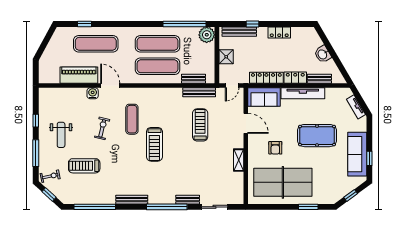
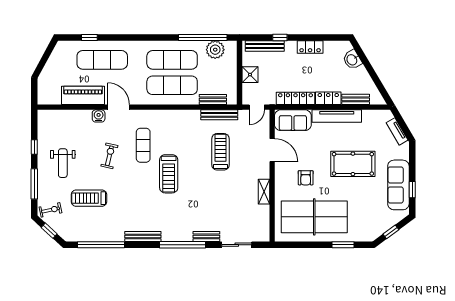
plant: (207, 35) -> (215, 50), moved
washbasin: (323, 54) -> (352, 60), moved

